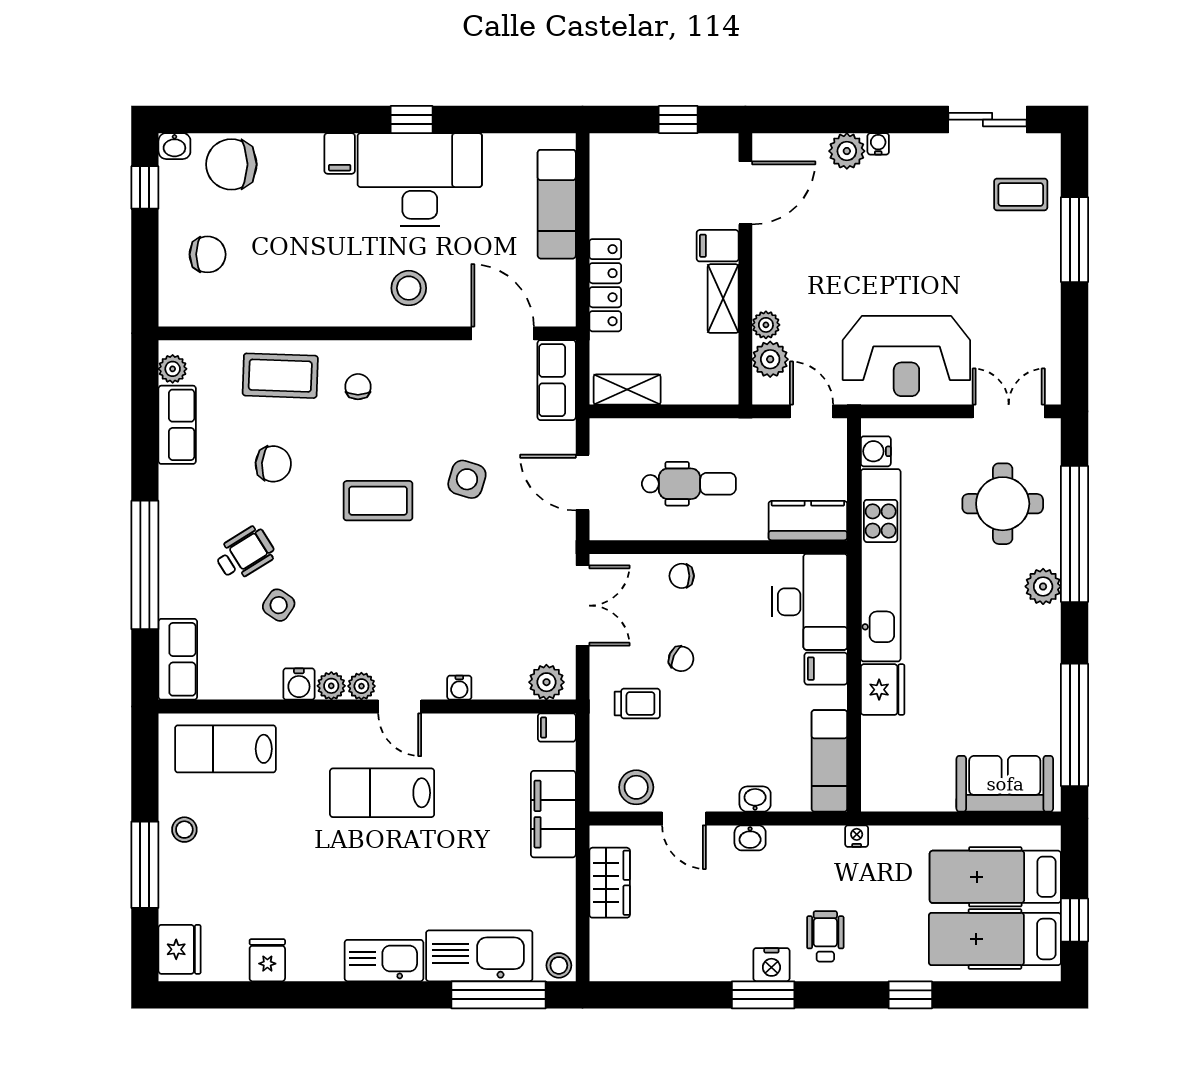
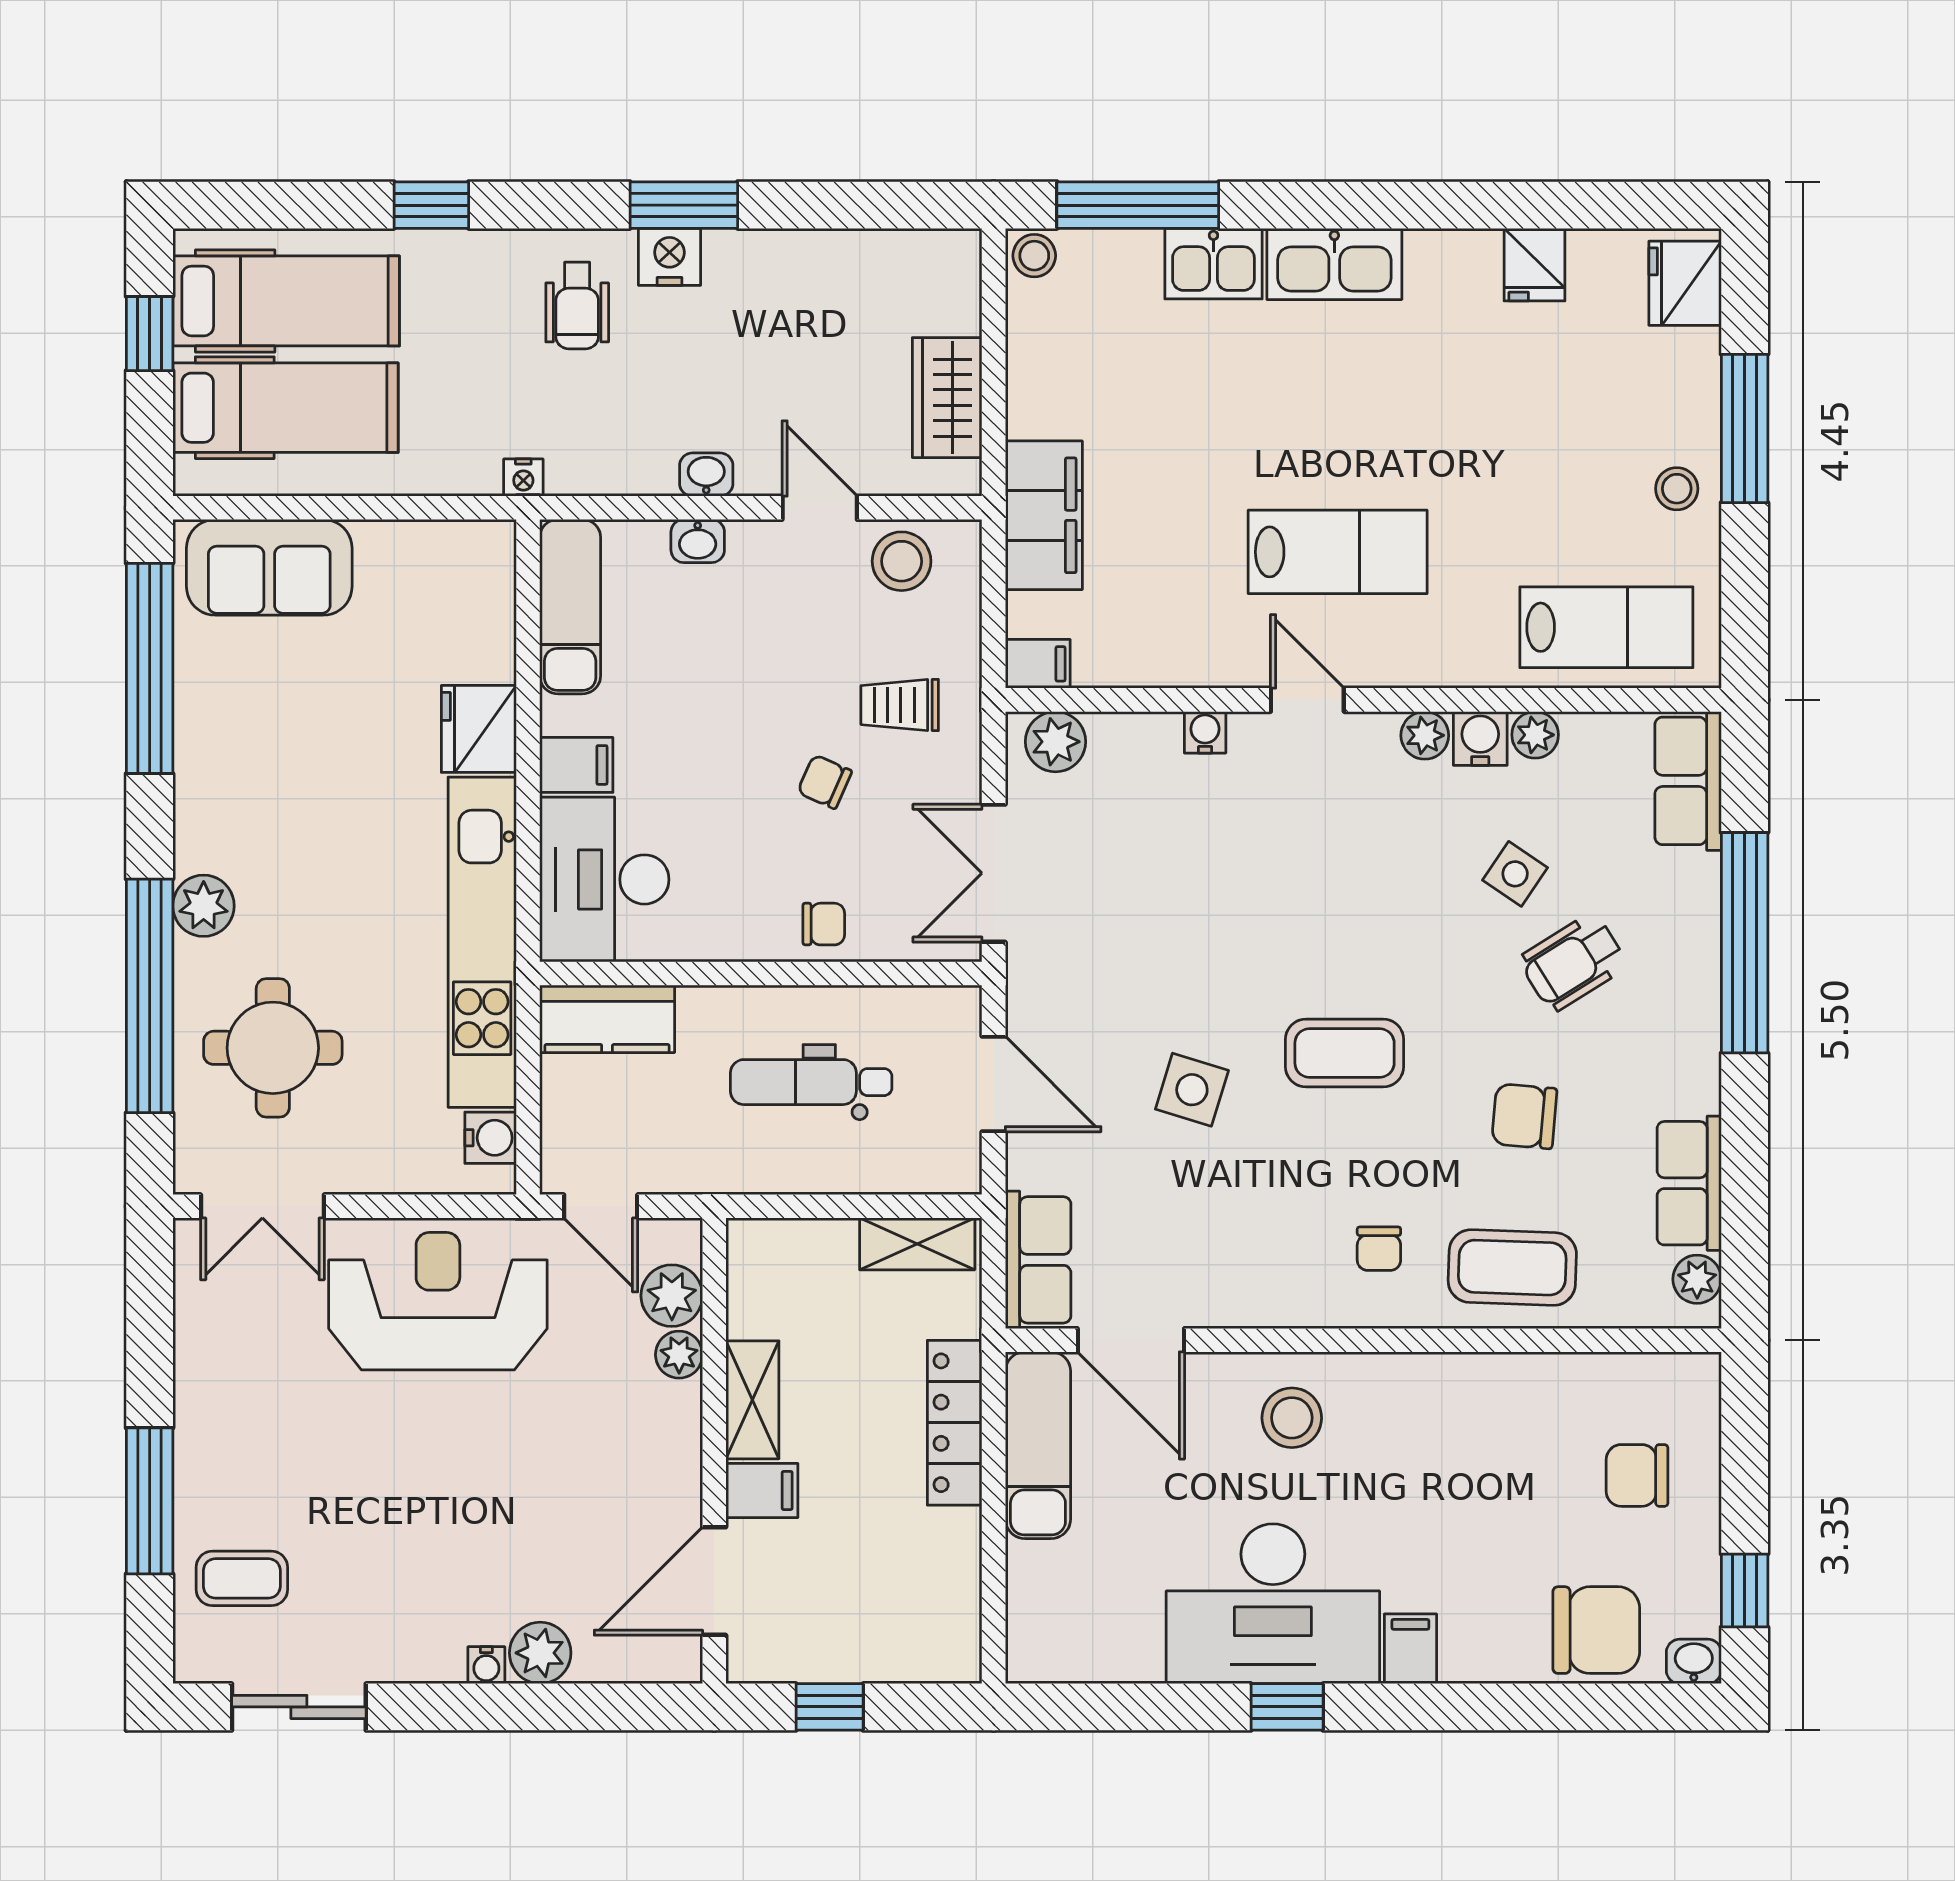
exam couch: (557, 204) -> (1038, 1445), moved
plant: (361, 686) -> (1535, 735), moved
kitchen sink: (479, 956) -> (1213, 264), width x0.53, depth x0.81

